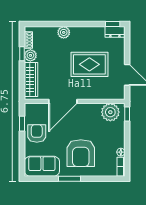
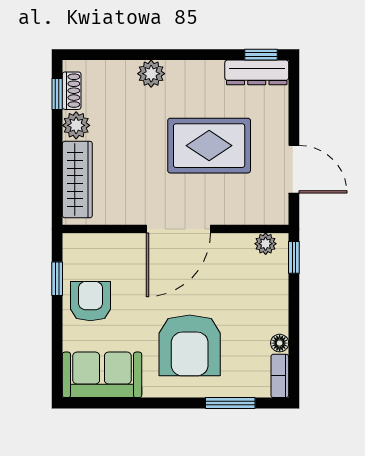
dresser: (115, 32) -> (257, 72), width x1.44
window: (22, 54) -> (57, 94), moved
door: (63, 101) -> (178, 229), moved
plant: (110, 112) -> (266, 244), width x0.53, depth x0.53
window: (70, 179) -> (230, 403), moved

